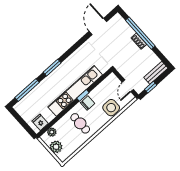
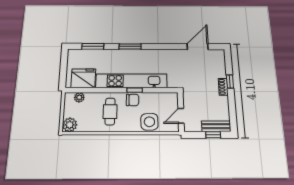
window: (140, 33) -> (230, 81), width x0.32
window: (151, 87) -> (213, 135), moved
window: (27, 90) -> (93, 46), width x0.69
fridge: (40, 122) -> (83, 78), width x1.88, depth x1.34
plant: (56, 147) -> (70, 125), moved

